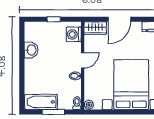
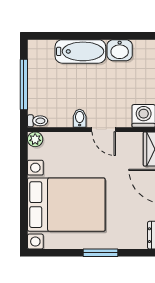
bathtub: (41, 102) -> (80, 51), moved, turned 90
window: (53, 112) -> (24, 84), width x1.44

